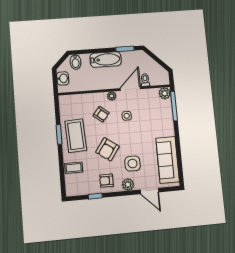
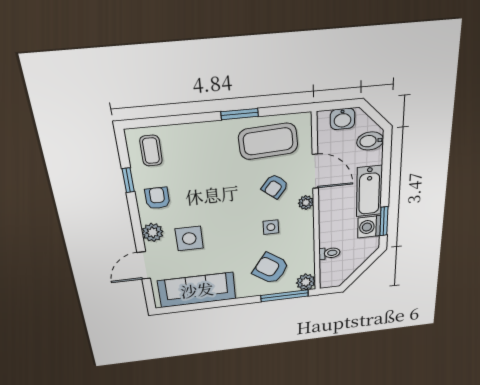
washing machine: (128, 57) -> (369, 227), added
door: (130, 89) -> (315, 171), moved
coffee table: (76, 136) -> (268, 141), moved
armchair: (107, 149) -> (271, 268), moved
coffee table: (74, 168) -> (151, 151), moved

